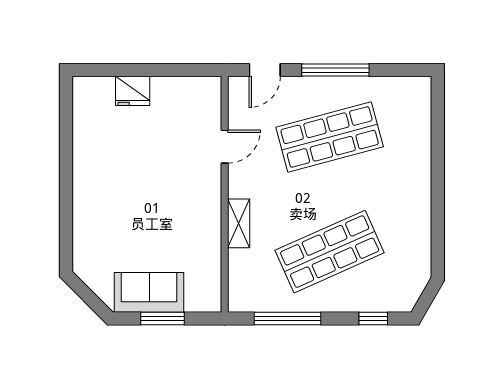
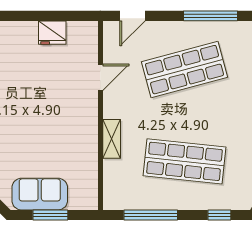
window: (335, 70) -> (211, 16), moved
fridge: (133, 91) -> (52, 33), moved
shop shelf: (330, 252) -> (184, 161), turned 30

